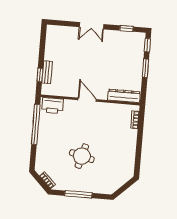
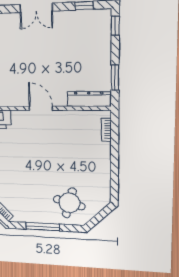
window: (145, 68) -> (115, 78), moved
round table: (82, 156) -> (69, 203), moved

